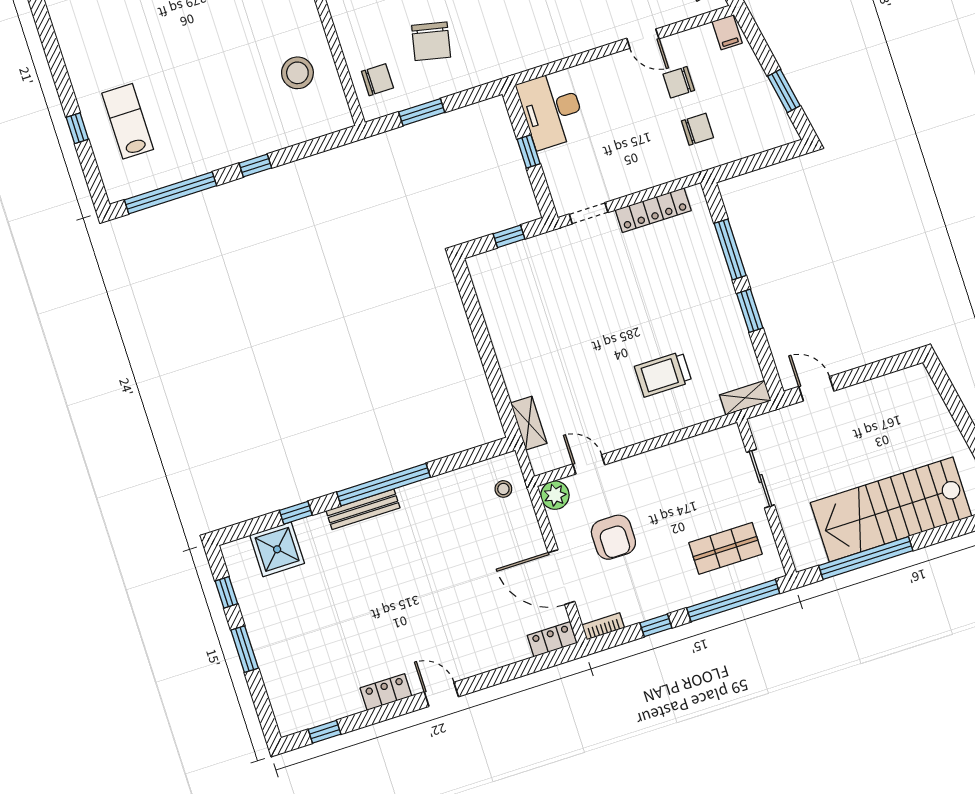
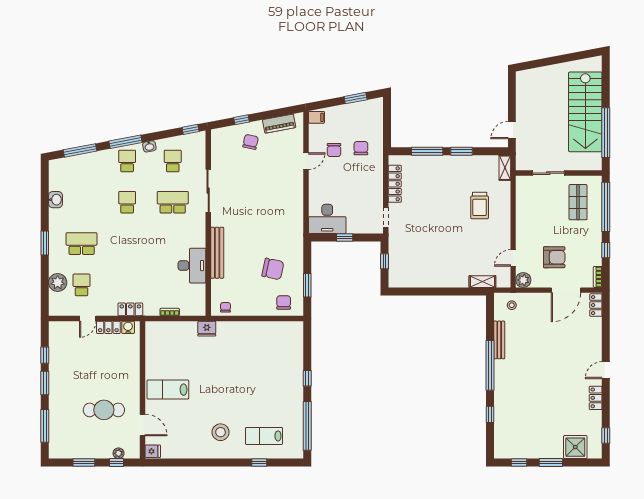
stool: (297, 73) -> (221, 432), moved
bench: (363, 509) -> (499, 340), moved
shower: (277, 549) -> (575, 447), moved

